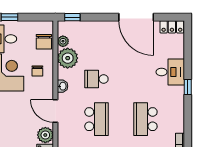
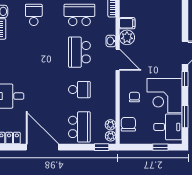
plant: (68, 58) -> (111, 136), moved, width x0.53, depth x0.53
washbasin: (63, 86) -> (111, 41), moved
school desk: (145, 119) -> (79, 127), moved

